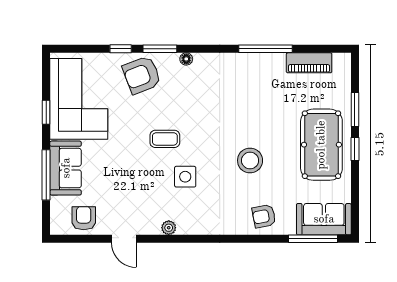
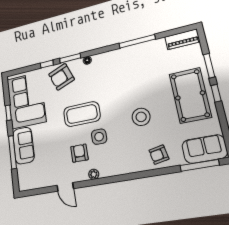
piano: (309, 63) -> (182, 39), moved
coffee table: (165, 139) -> (82, 114), width x1.86, depth x1.72
armchair: (84, 218) -> (79, 153), moved

